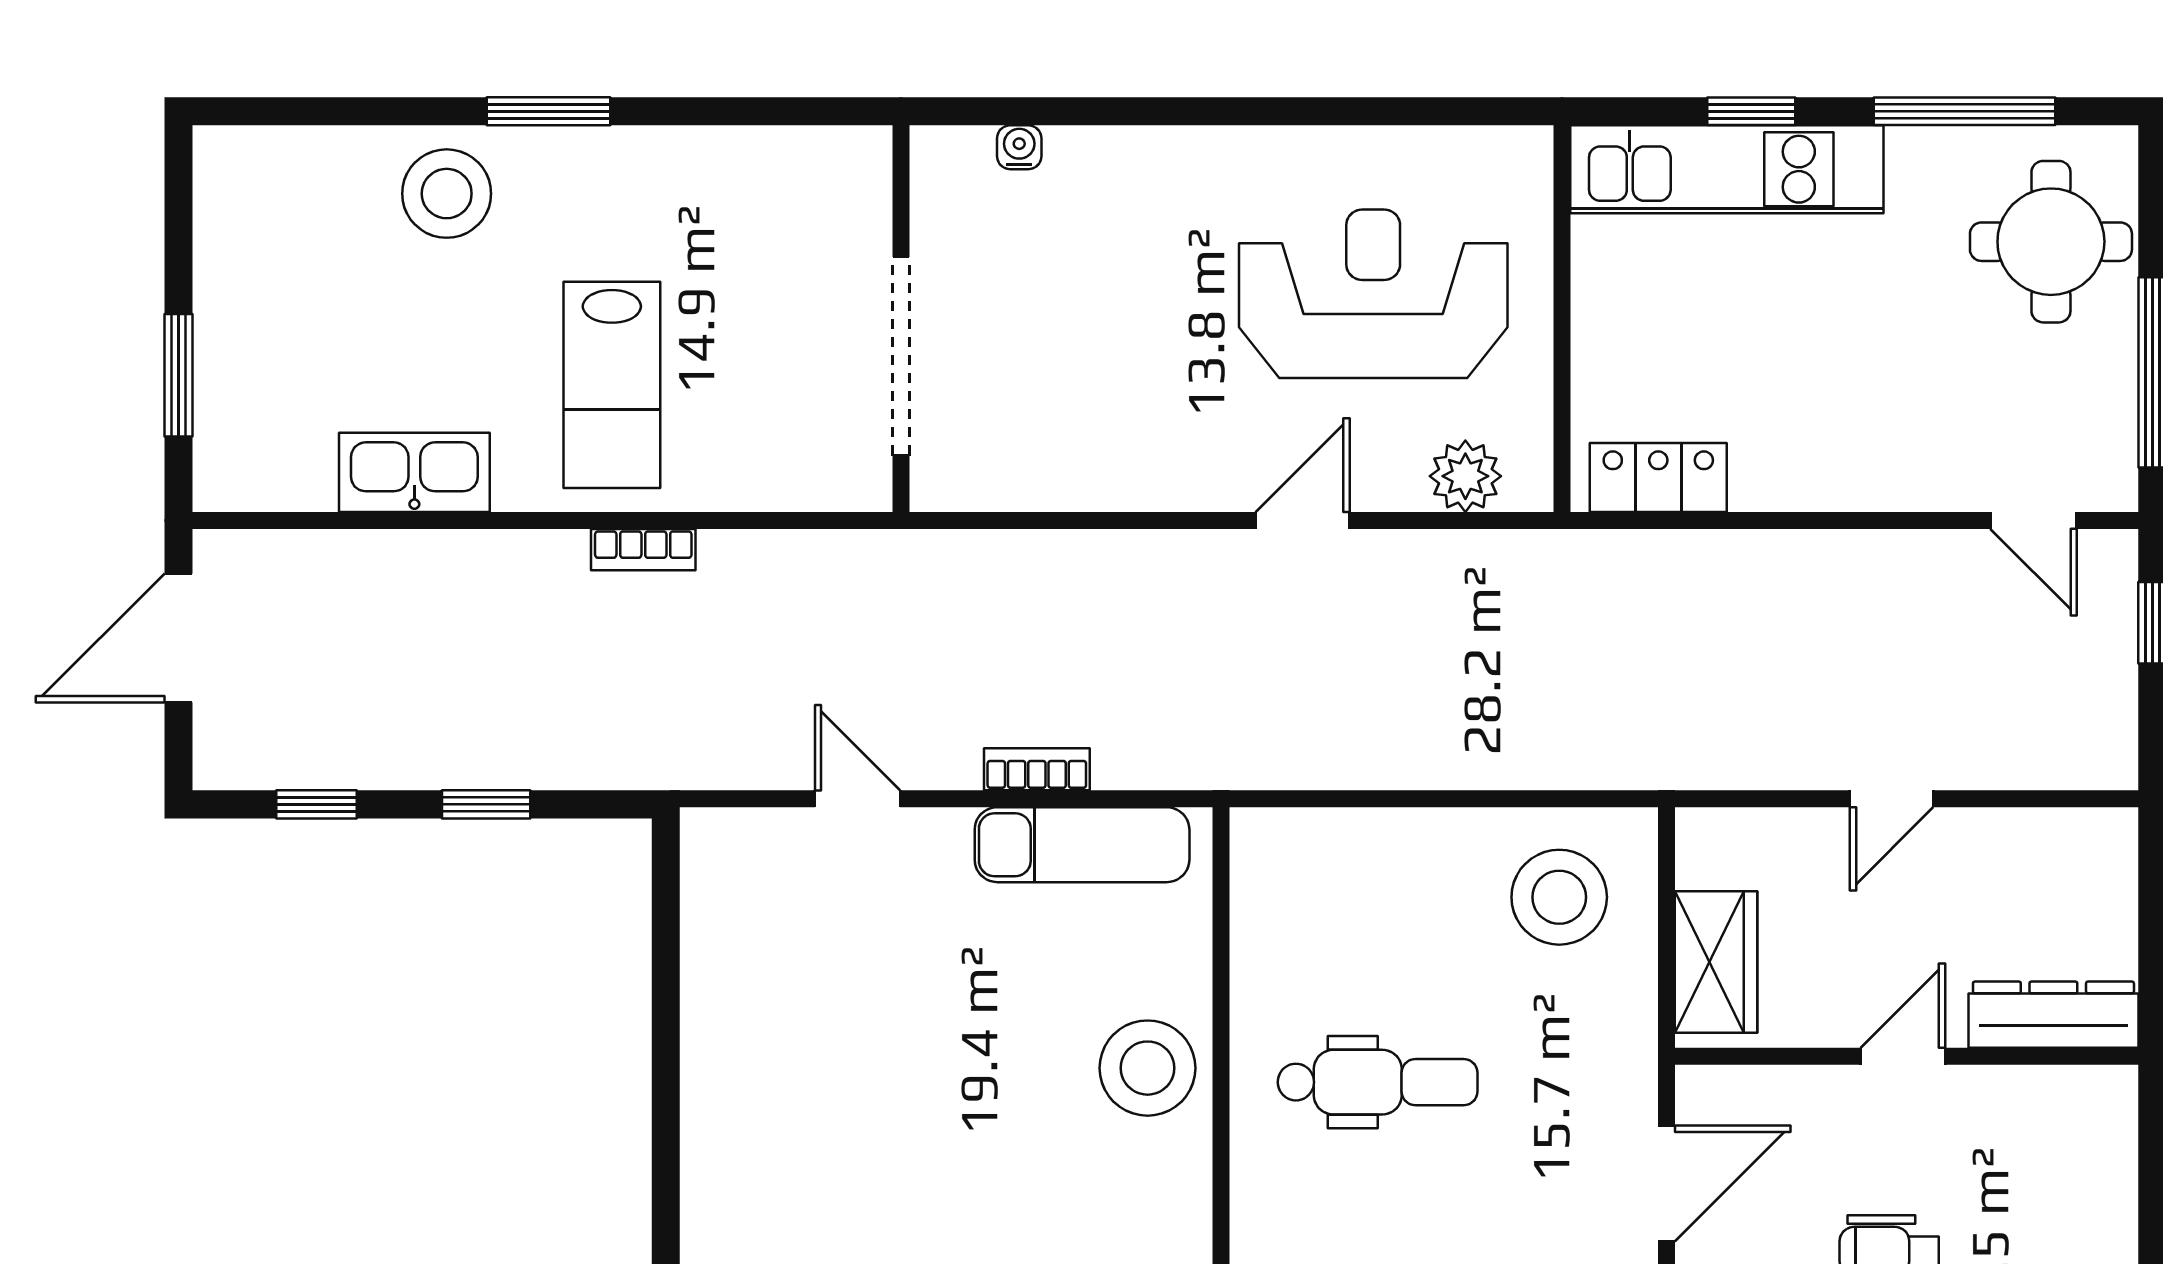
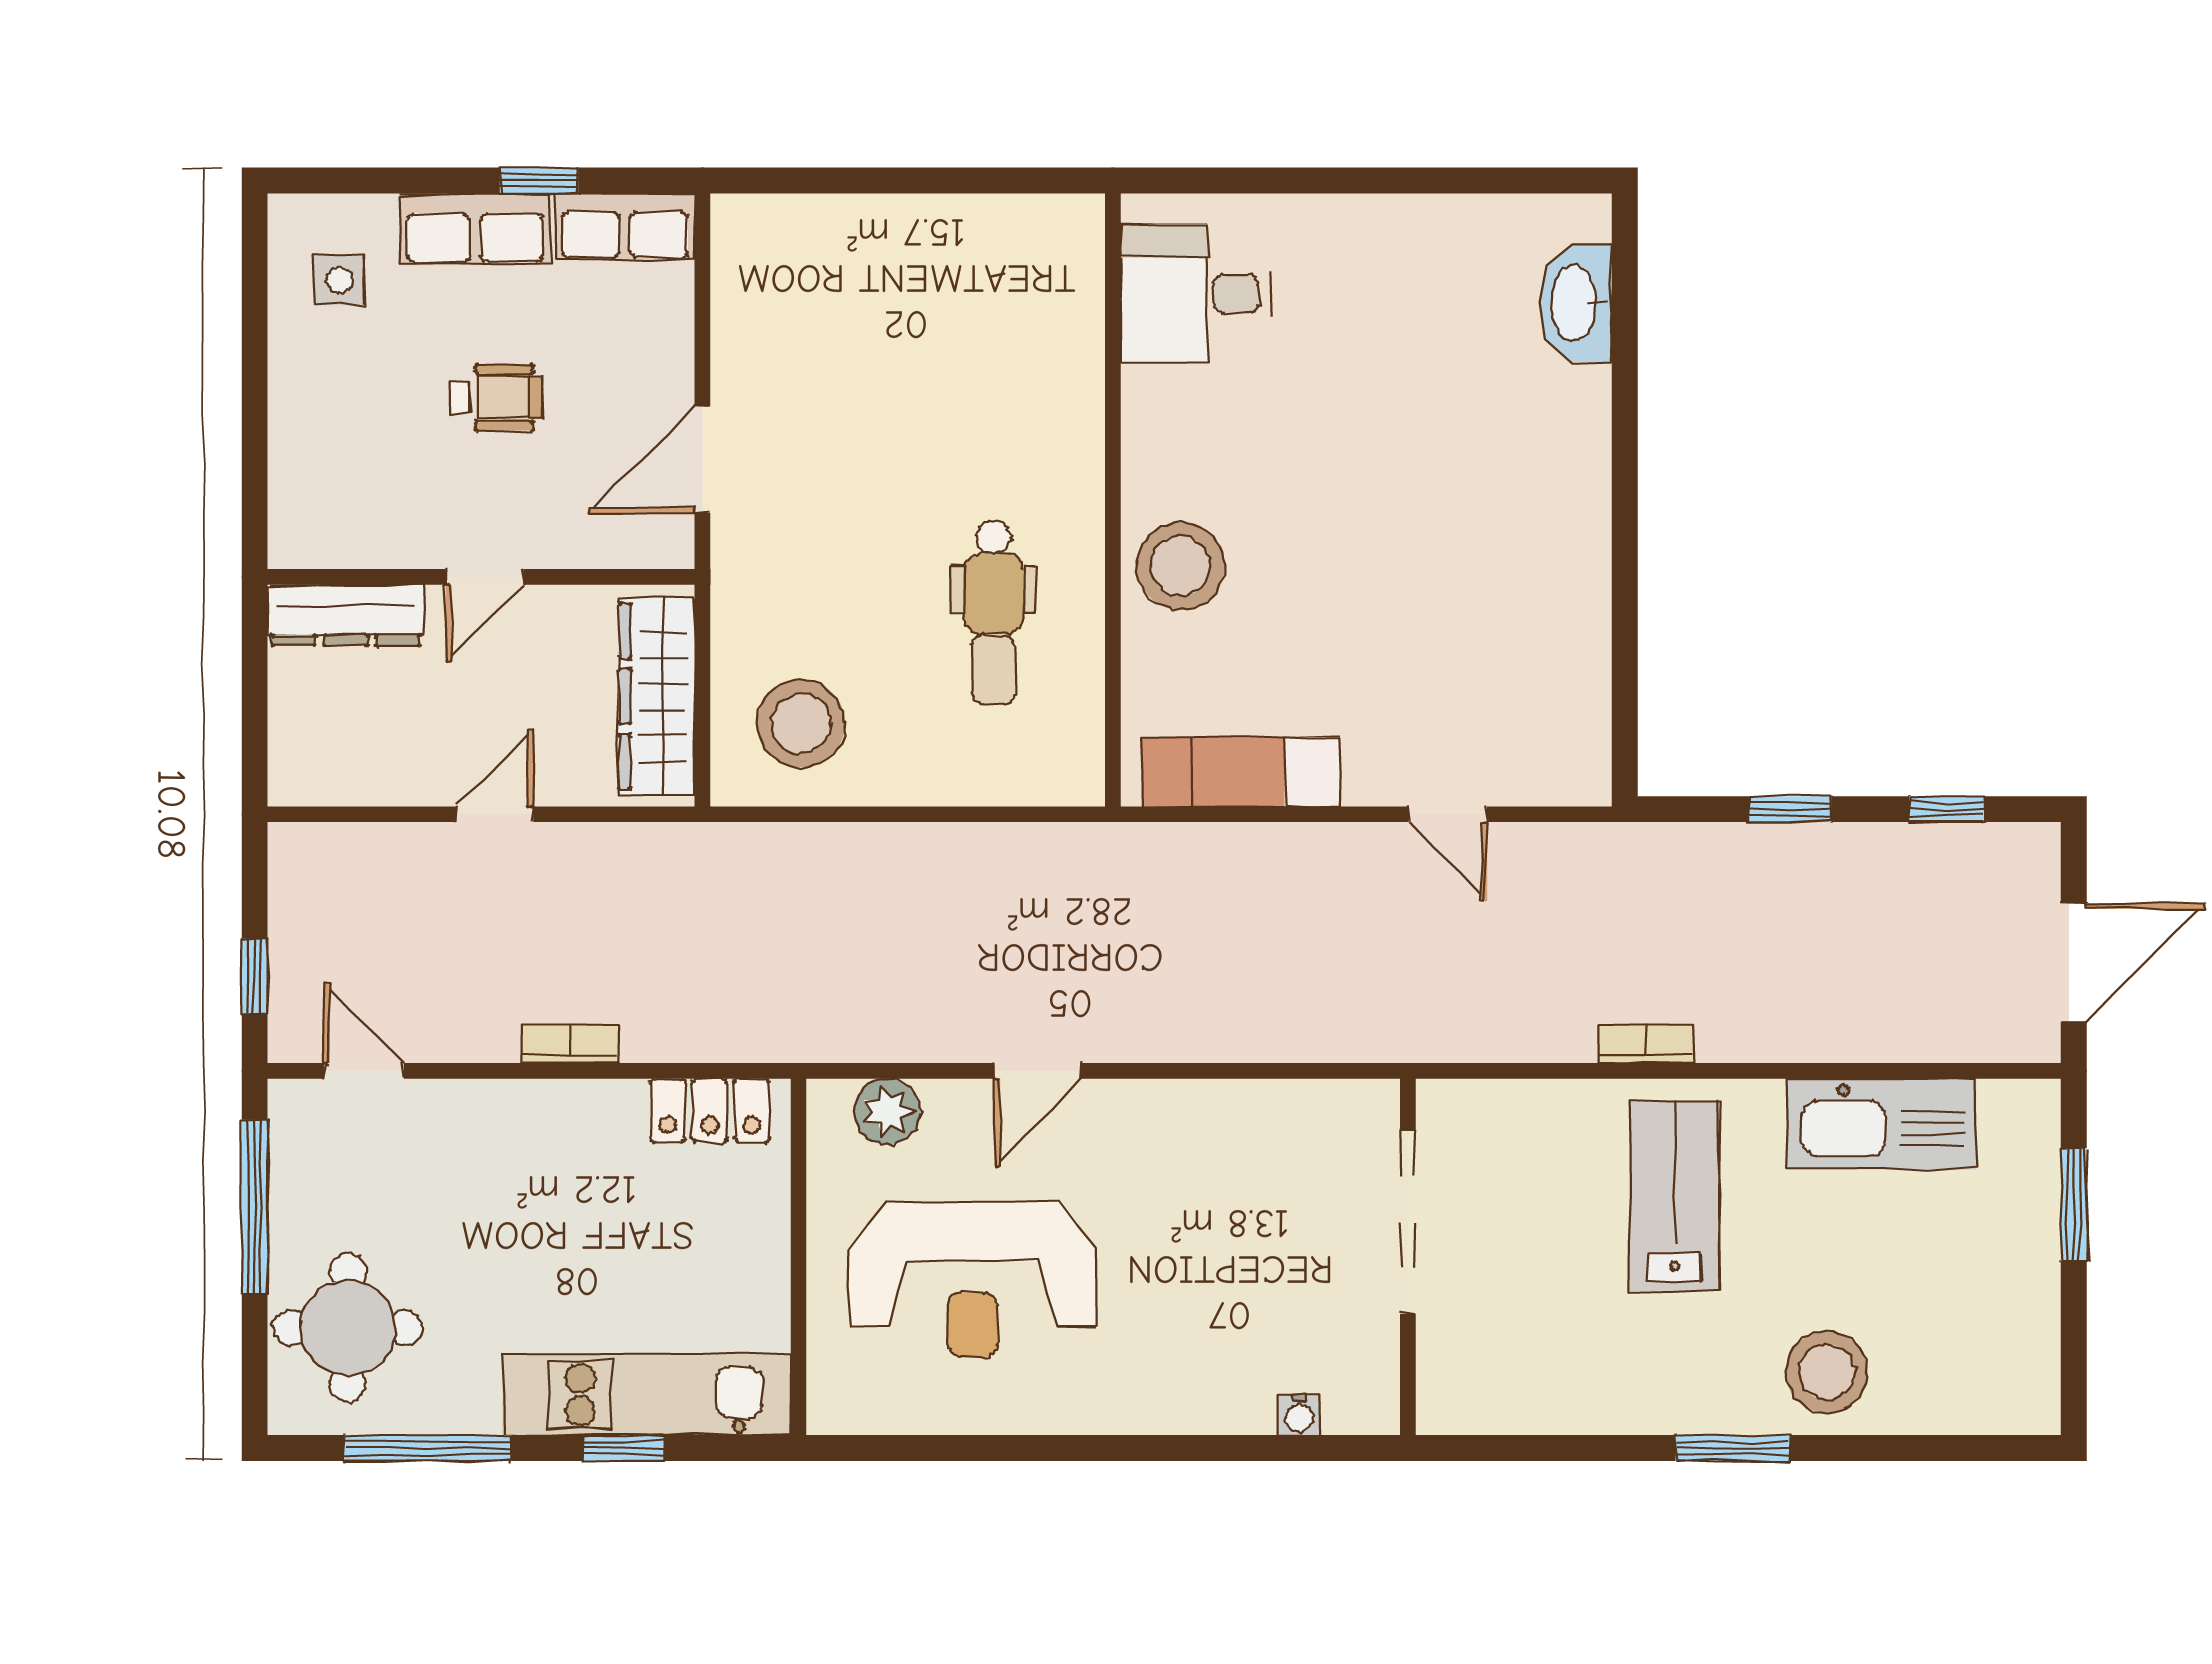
kitchen sink: (414, 472) -> (1882, 1124), width x1.36, depth x1.24
bookcase: (1037, 769) -> (570, 1044), moved, turned 180
wardrobe: (1716, 962) -> (657, 697), width x1.50
dental chair: (1378, 1082) -> (994, 612), moved, turned -90

